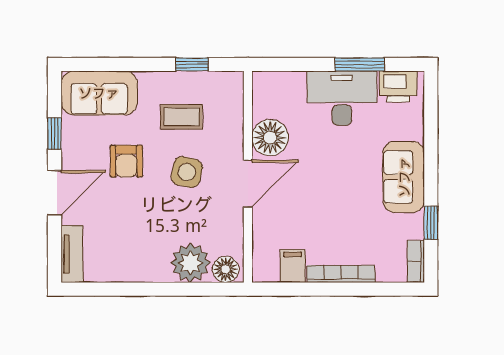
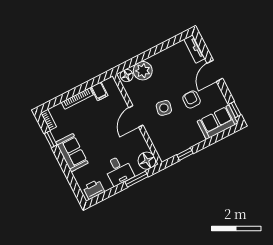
window: (360, 64) -> (137, 179), moved
desk: (342, 98) -> (119, 170), width x0.73
coffee table: (182, 117) -> (178, 130), removed
window: (55, 134) -> (235, 110), moved
floor lamp: (270, 138) -> (147, 161), moved

